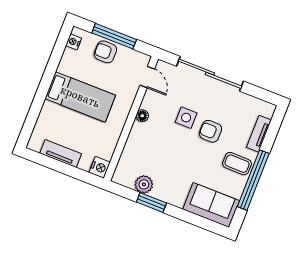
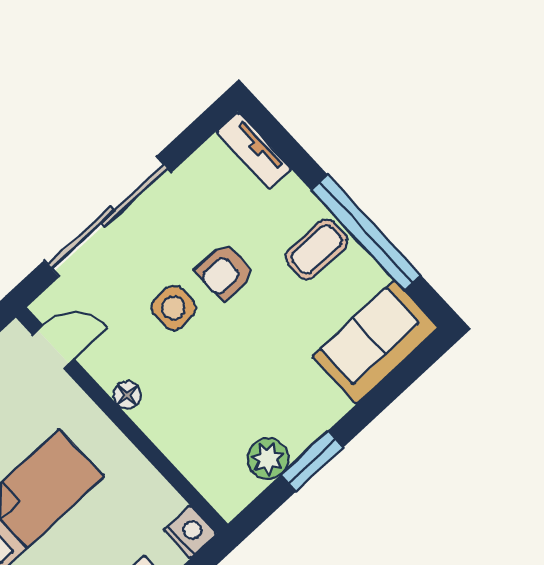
tv unit: (259, 134) -> (254, 151), moved

